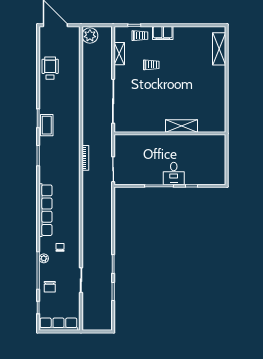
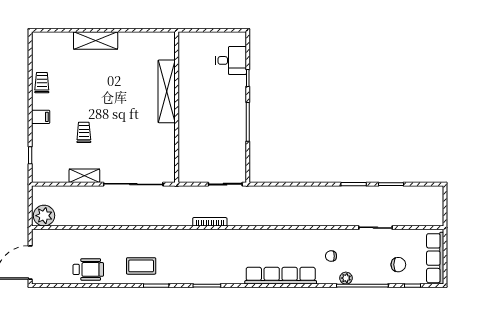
filing cabinet: (163, 33) -> (41, 117), width x0.50
trolley: (140, 36) -> (42, 83), moved
shelving: (219, 49) -> (96, 41), moved
shelving: (119, 54) -> (84, 176), moved
wheelchair: (50, 68) -> (88, 269), turned 180
coffee table: (47, 125) -> (141, 266), moved
shelving: (182, 126) -> (167, 91), width x1.47
desk: (174, 173) -> (231, 60), moved
chair: (50, 287) -> (398, 265), moved

